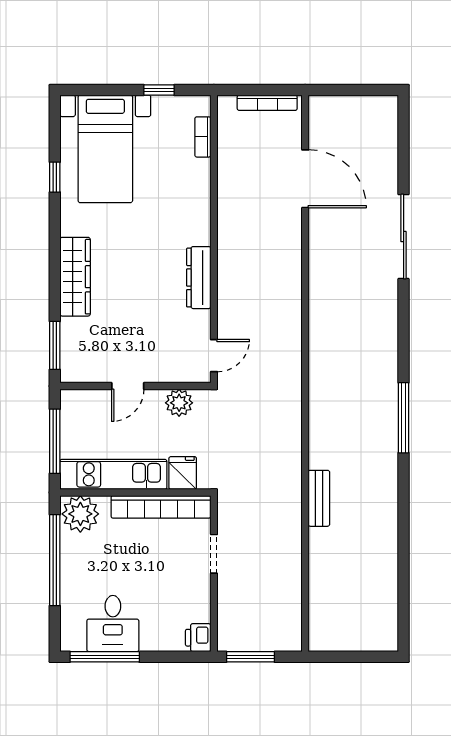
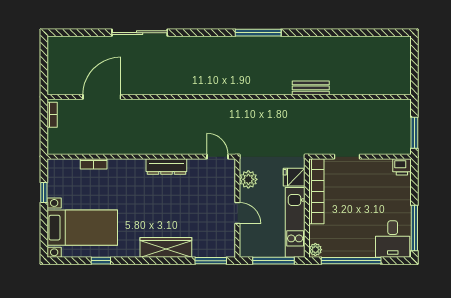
bookcase: (267, 103) -> (52, 115), width x0.64
bookcase: (203, 137) -> (94, 164), moved
plant: (80, 514) -> (315, 250), width x0.53, depth x0.53
desk: (113, 624) -> (393, 239), moved, turned 90

